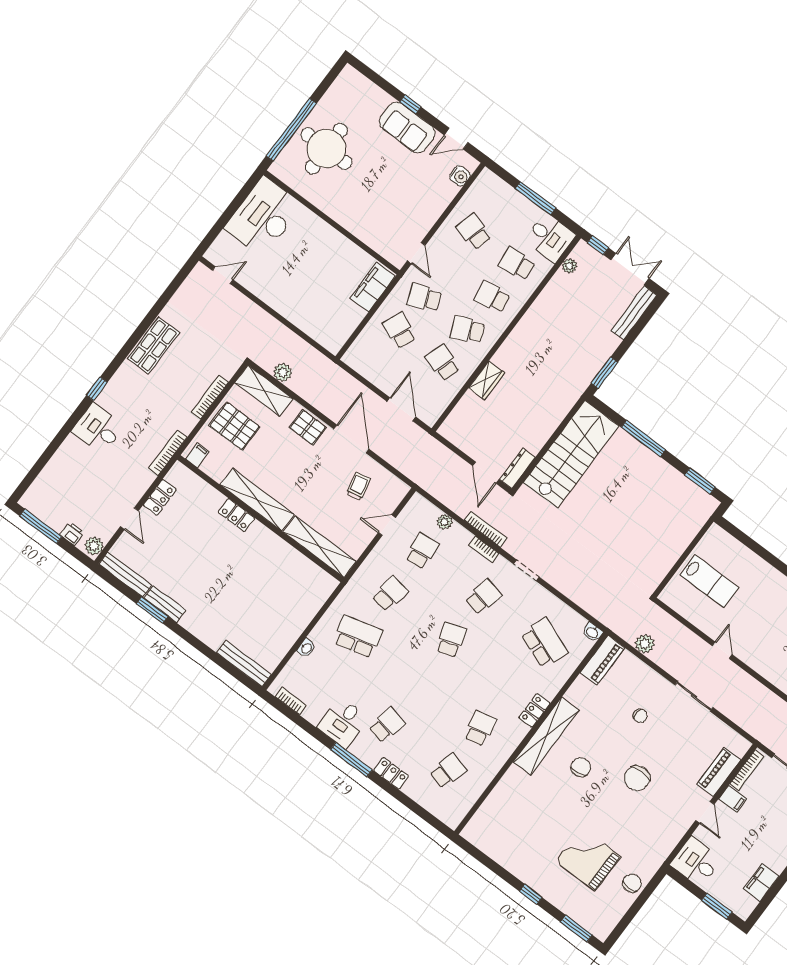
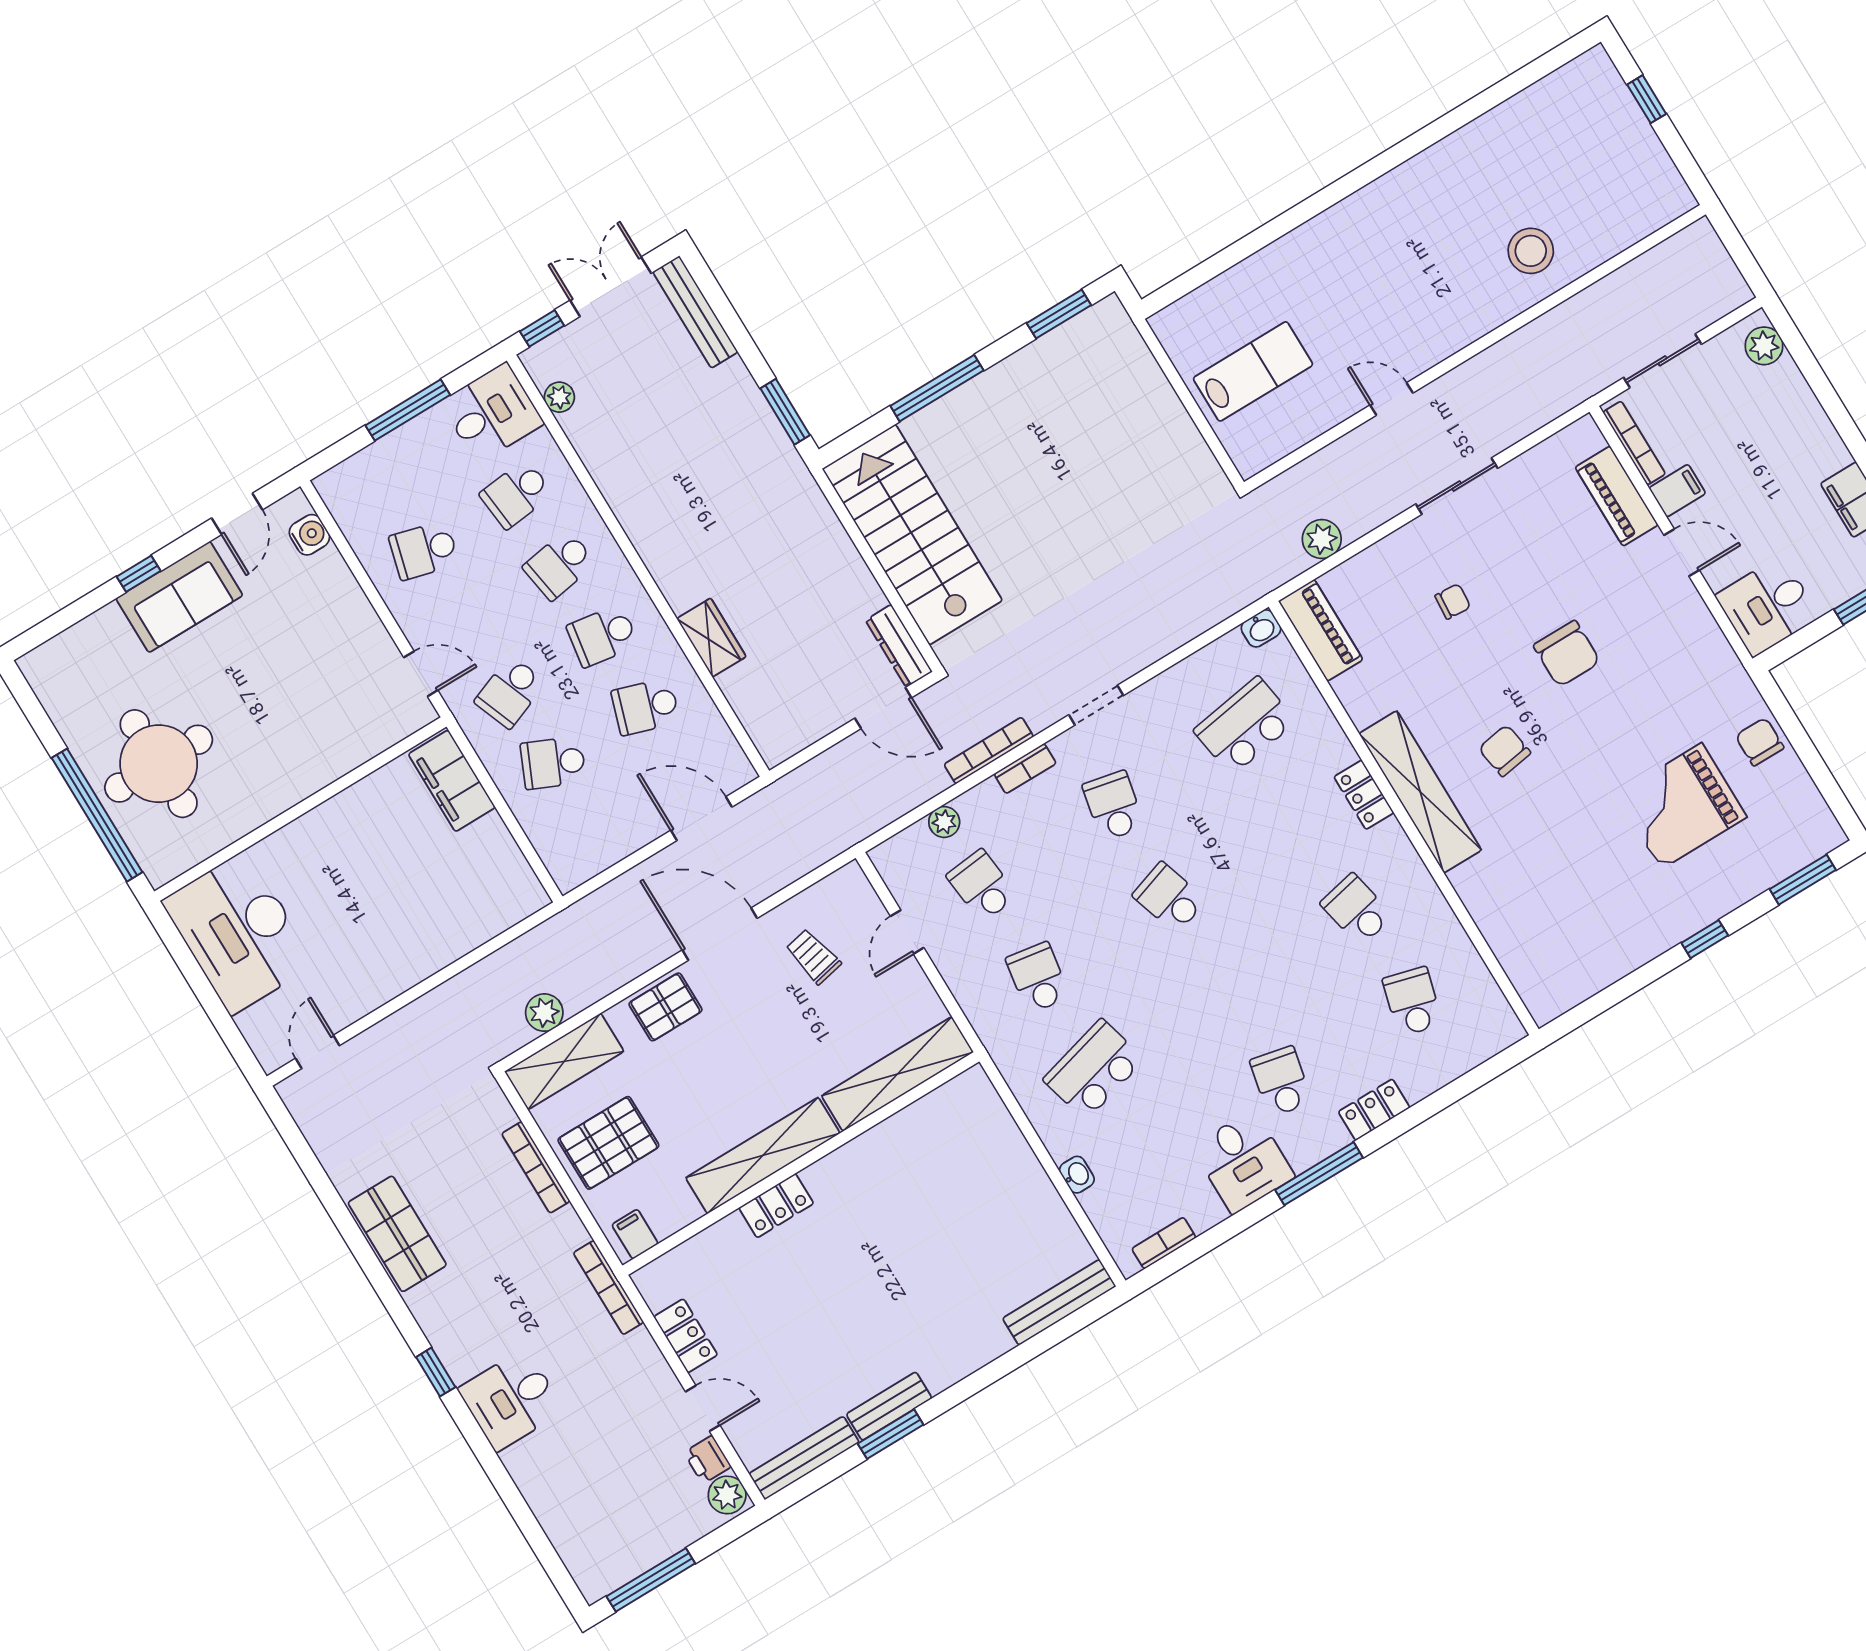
school desk: (467, 330) -> (602, 636), turned 33
printer: (72, 534) -> (708, 1460), moved, turned -90
school desk: (544, 643) -> (1245, 726), turned -30

